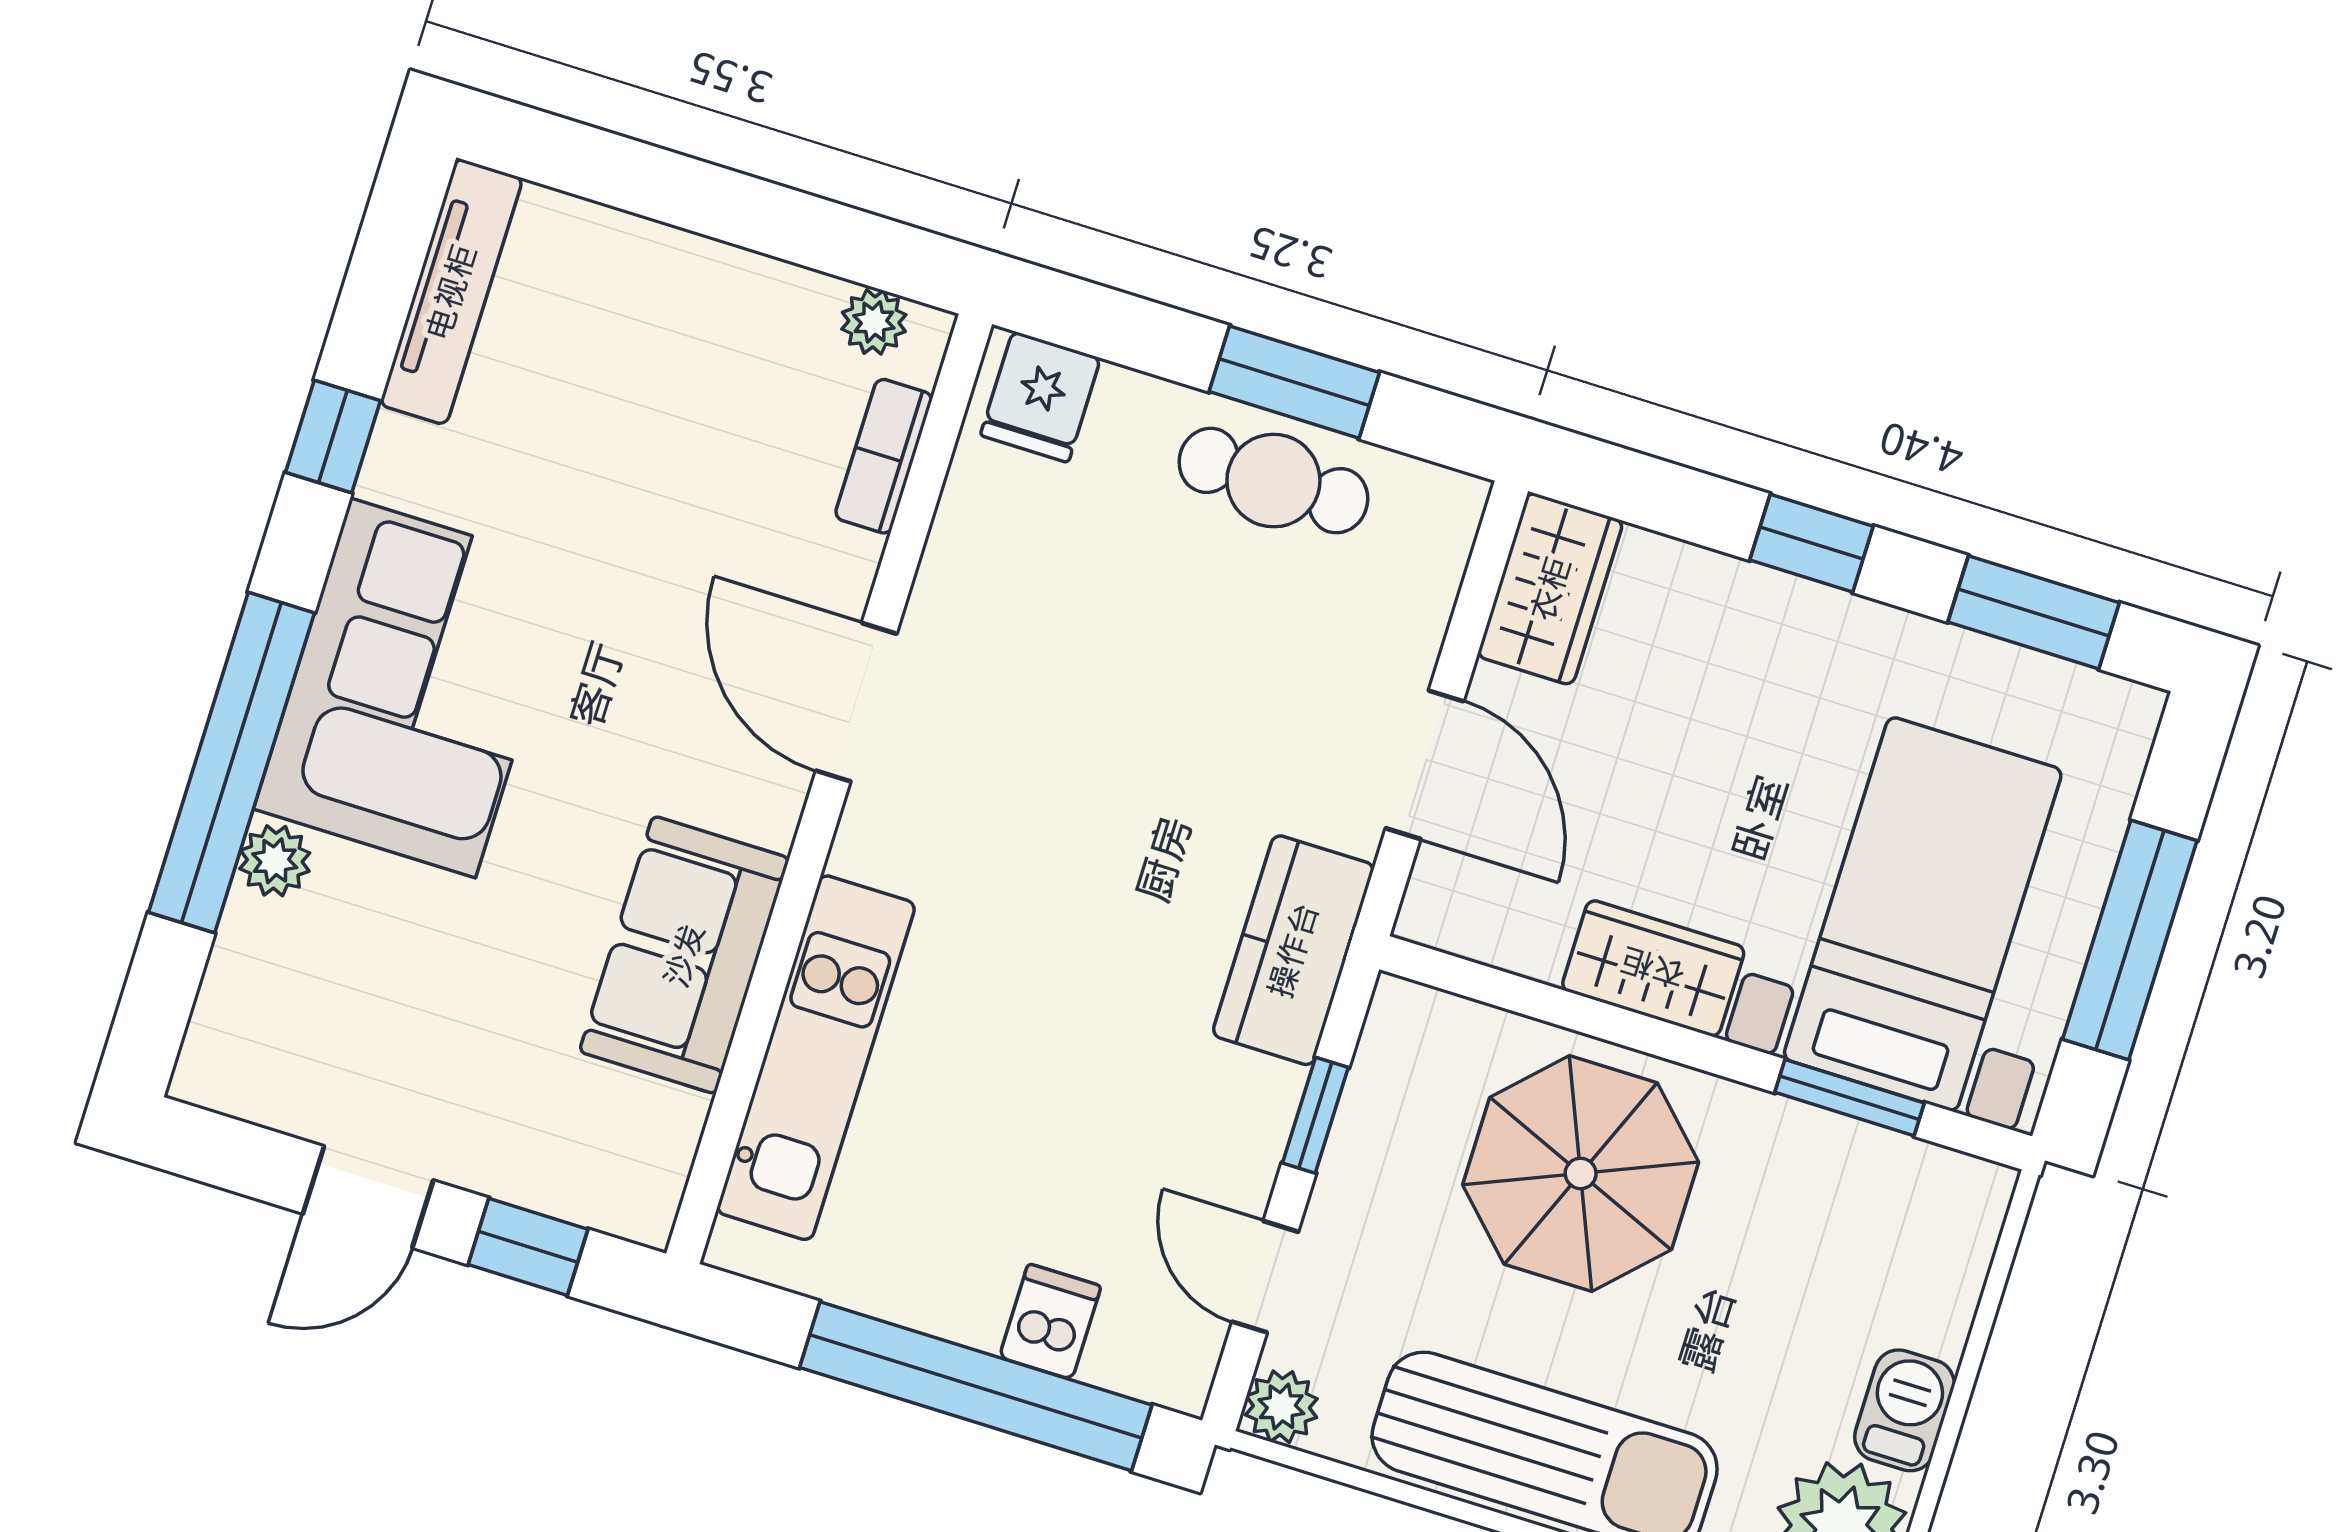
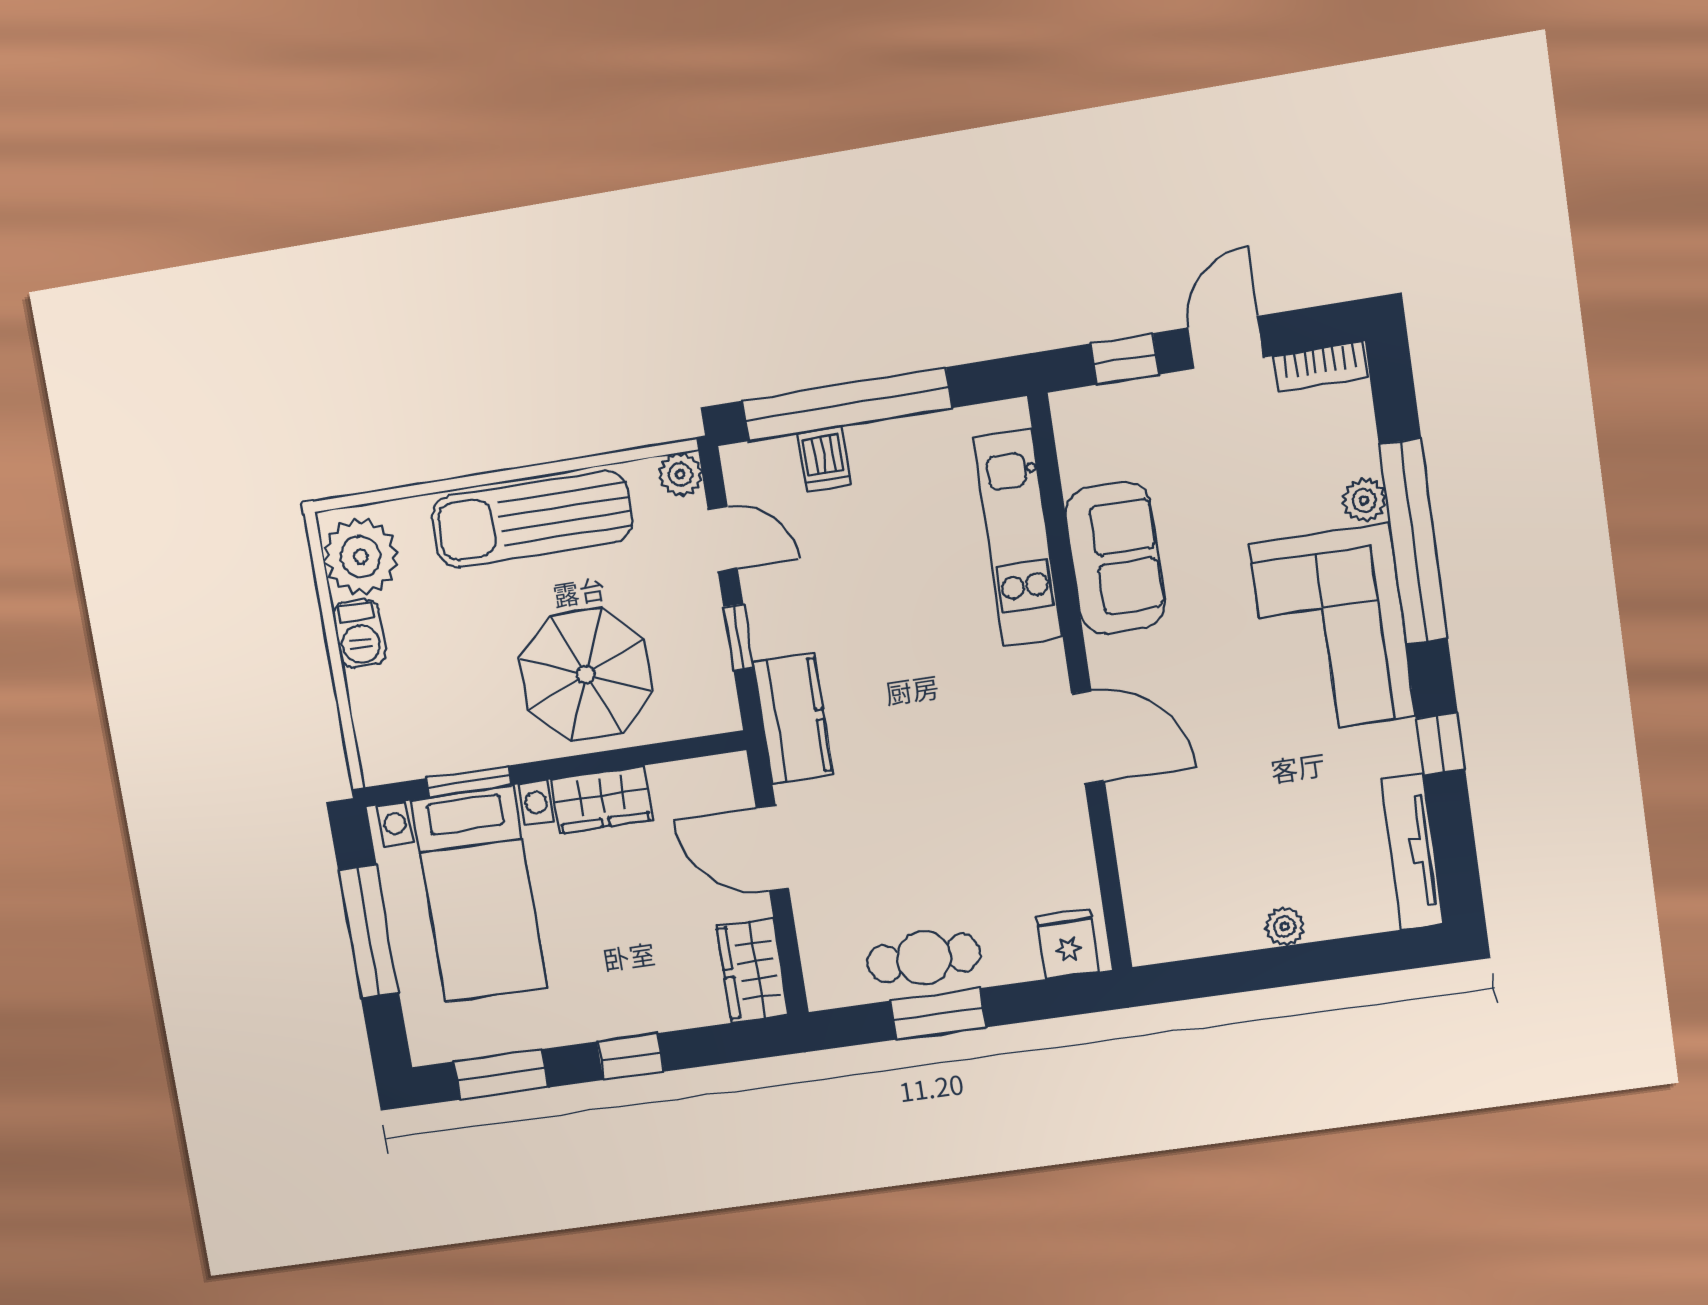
plant: (874, 322) -> (1285, 927), moved
bookcase: (884, 456) -> (1321, 367), moved, turned 90

